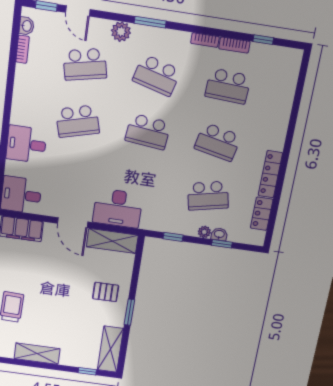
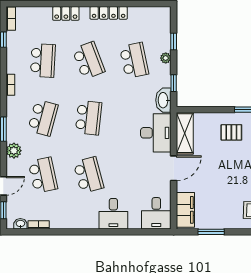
bookcase: (234, 45) -> (11, 19), moved
school desk: (218, 142) -> (89, 60), turned -33
locker: (262, 214) -> (66, 13), moved
washbasin: (219, 234) -> (163, 100), moved, width x1.91, depth x1.45
pallet: (106, 292) -> (231, 132), turned 90

